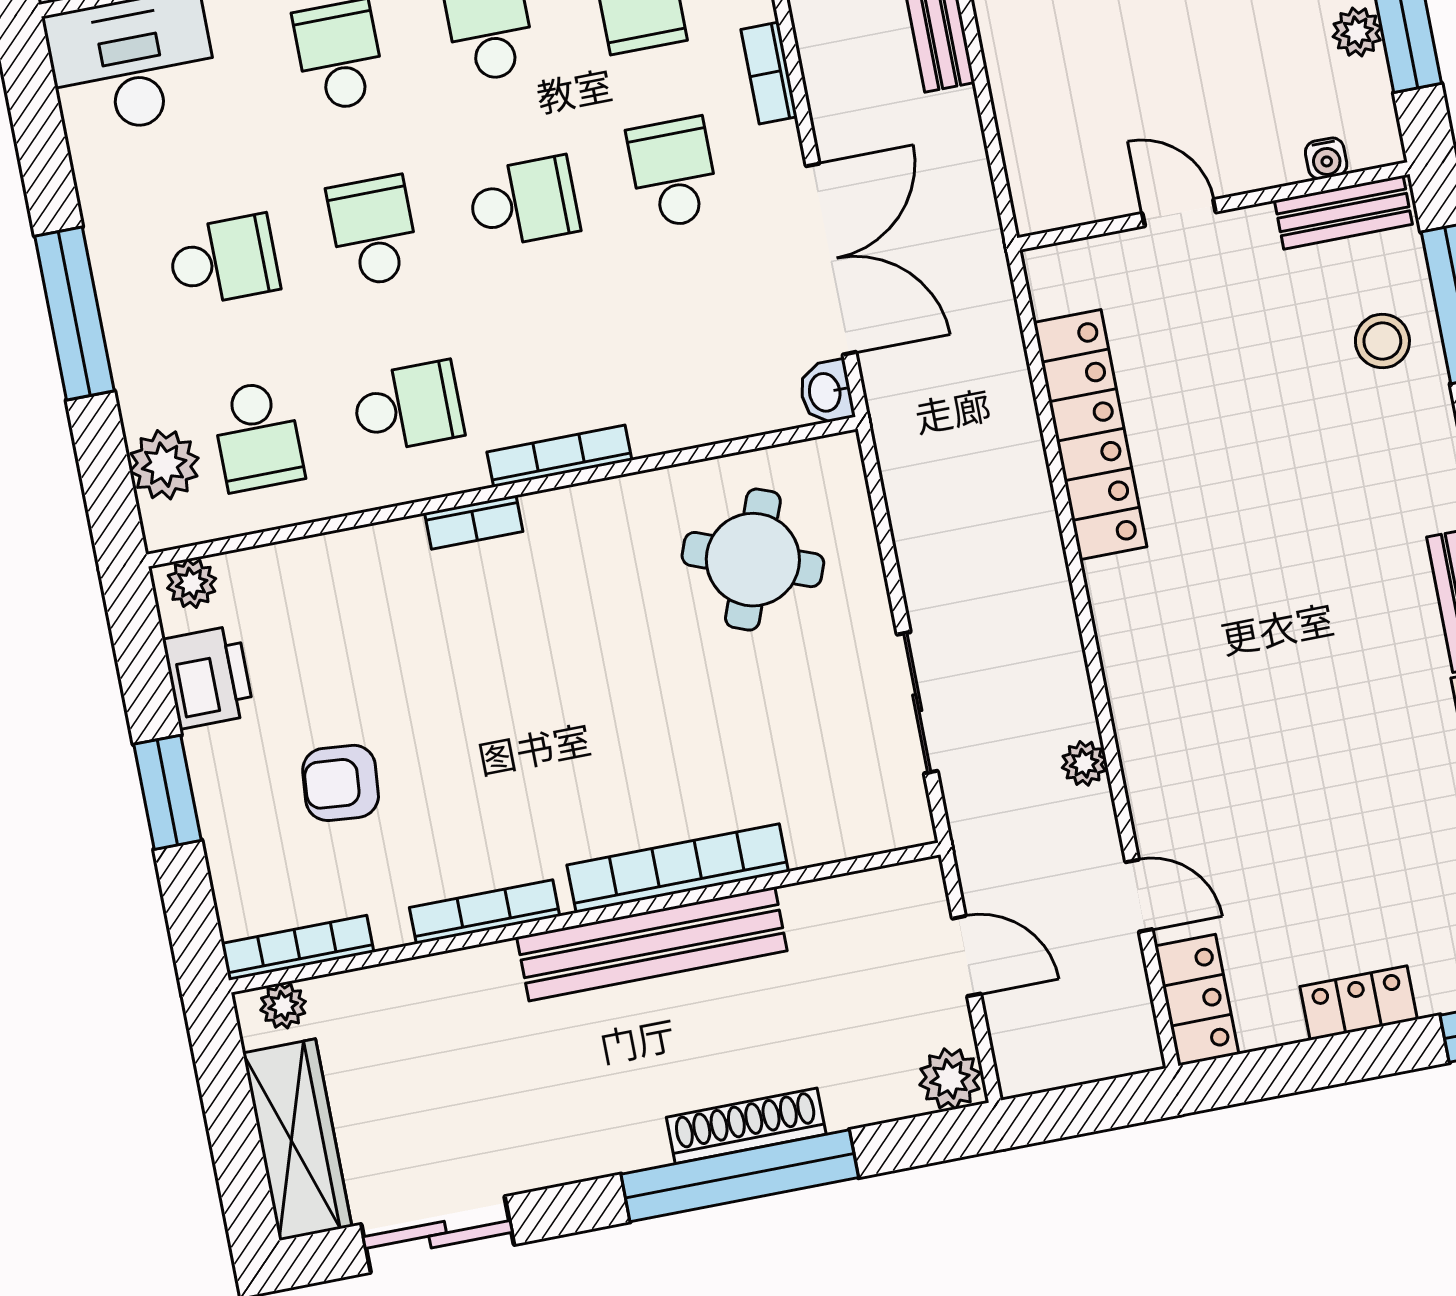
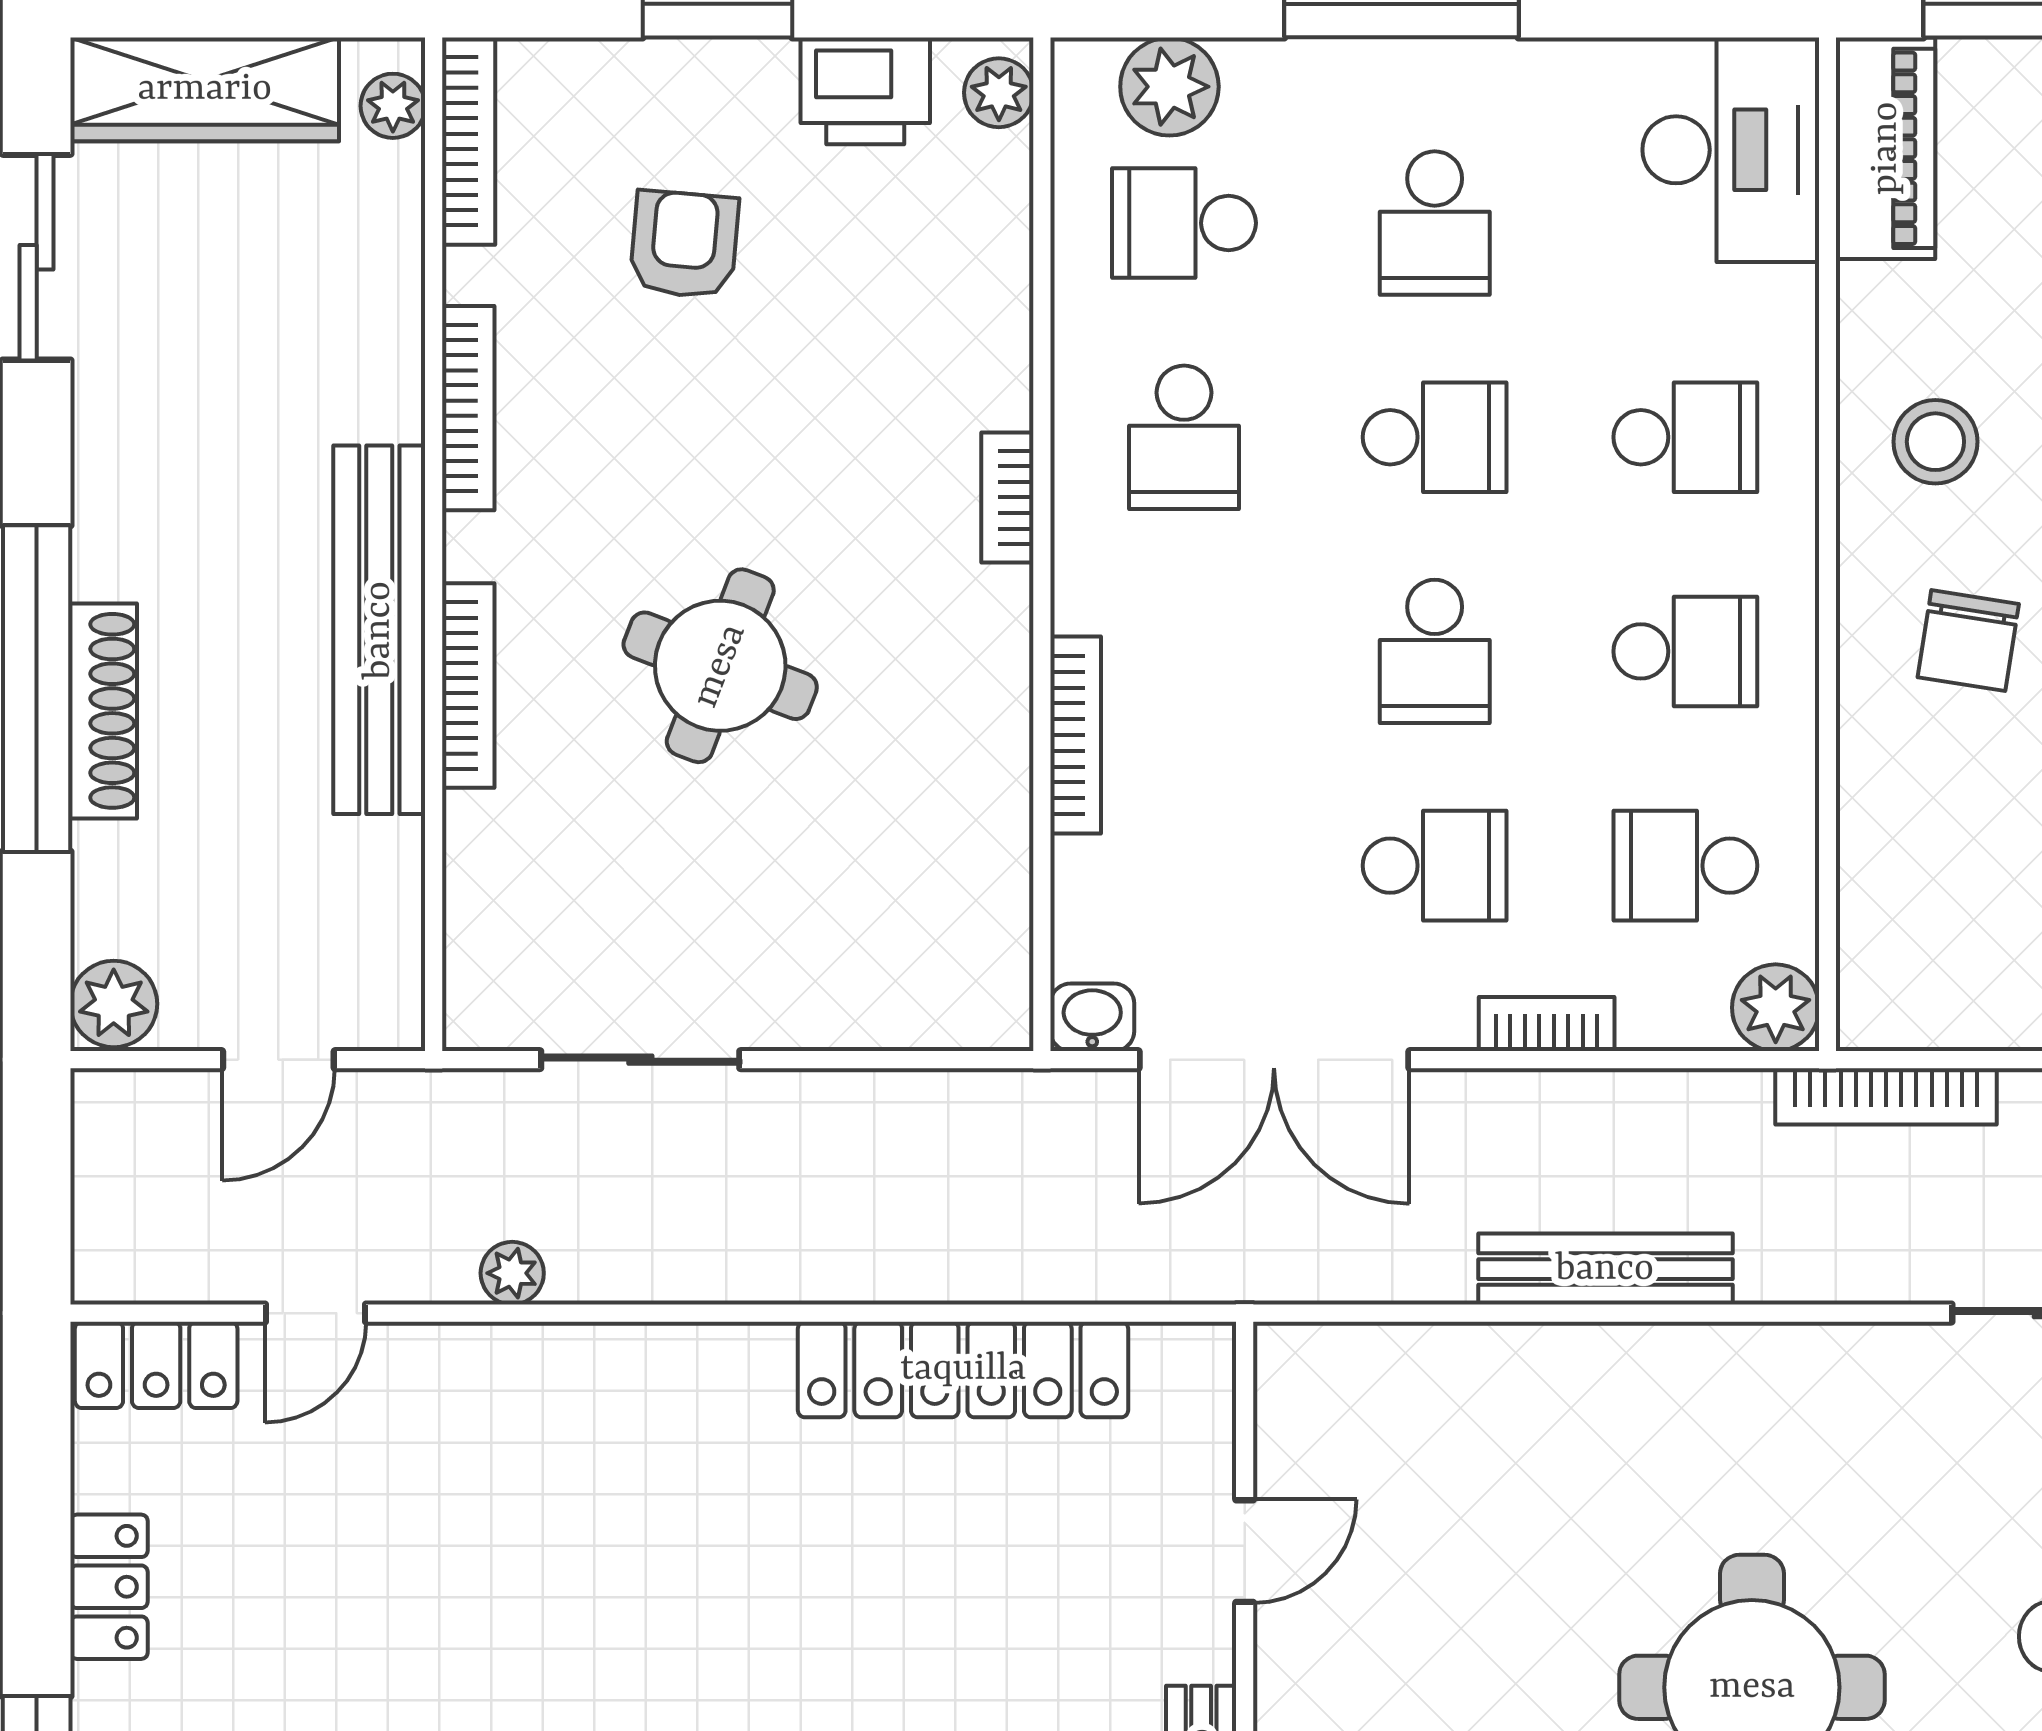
bookcase: (559, 456) -> (1076, 735), moved
round table: (753, 560) -> (720, 666), moved
bookcase: (678, 868) -> (468, 686), width x0.68, depth x0.76

